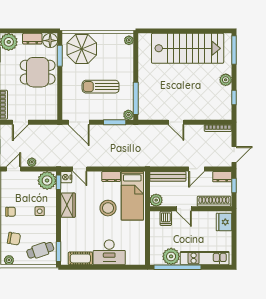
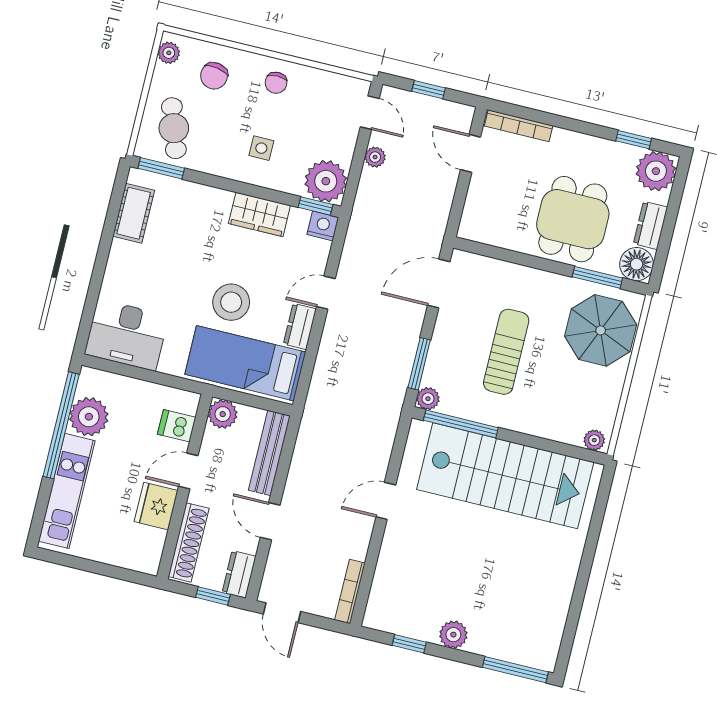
stairs: (188, 48) -> (505, 476), moved, turned -90
door: (80, 169) -> (326, 293), moved
fridge: (224, 222) -> (156, 506), moved, turned -90
desk: (109, 252) -> (127, 335), moved, turned -90

